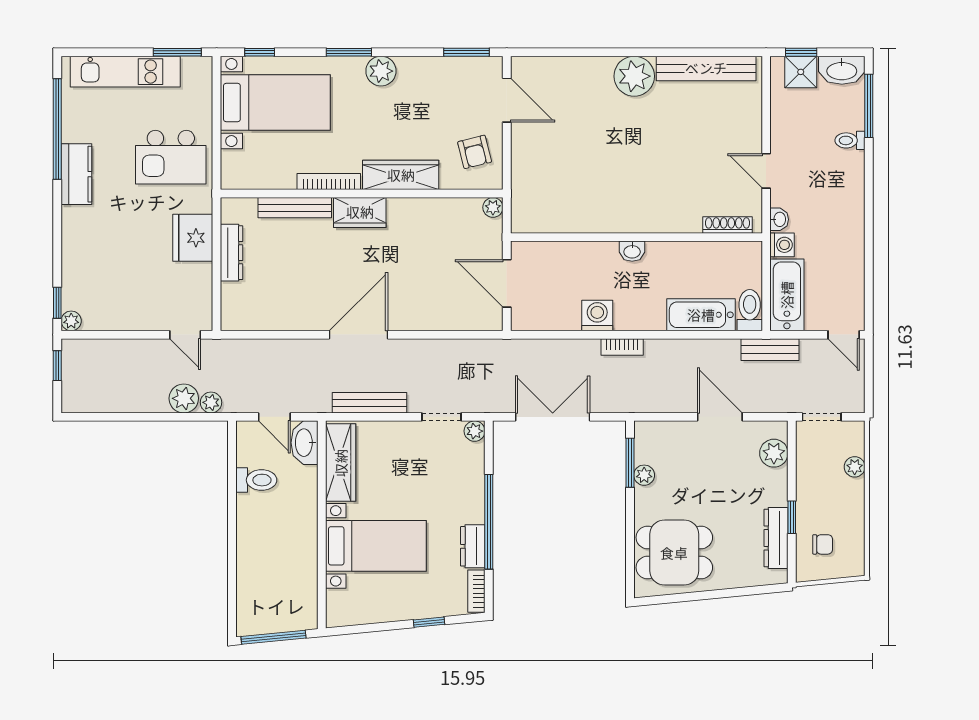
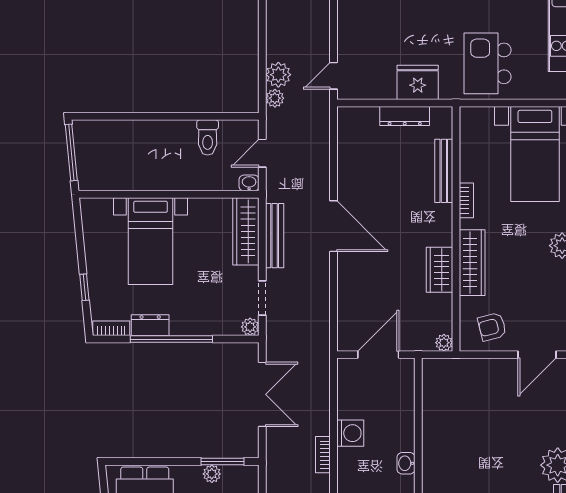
bookcase: (329, 182) -> (466, 200), width x0.64
wardrobe: (360, 212) -> (440, 270), moved
washbasin: (305, 443) -> (249, 183), width x0.52, depth x0.69
wardrobe: (341, 463) -> (246, 231), moved, turned 90

